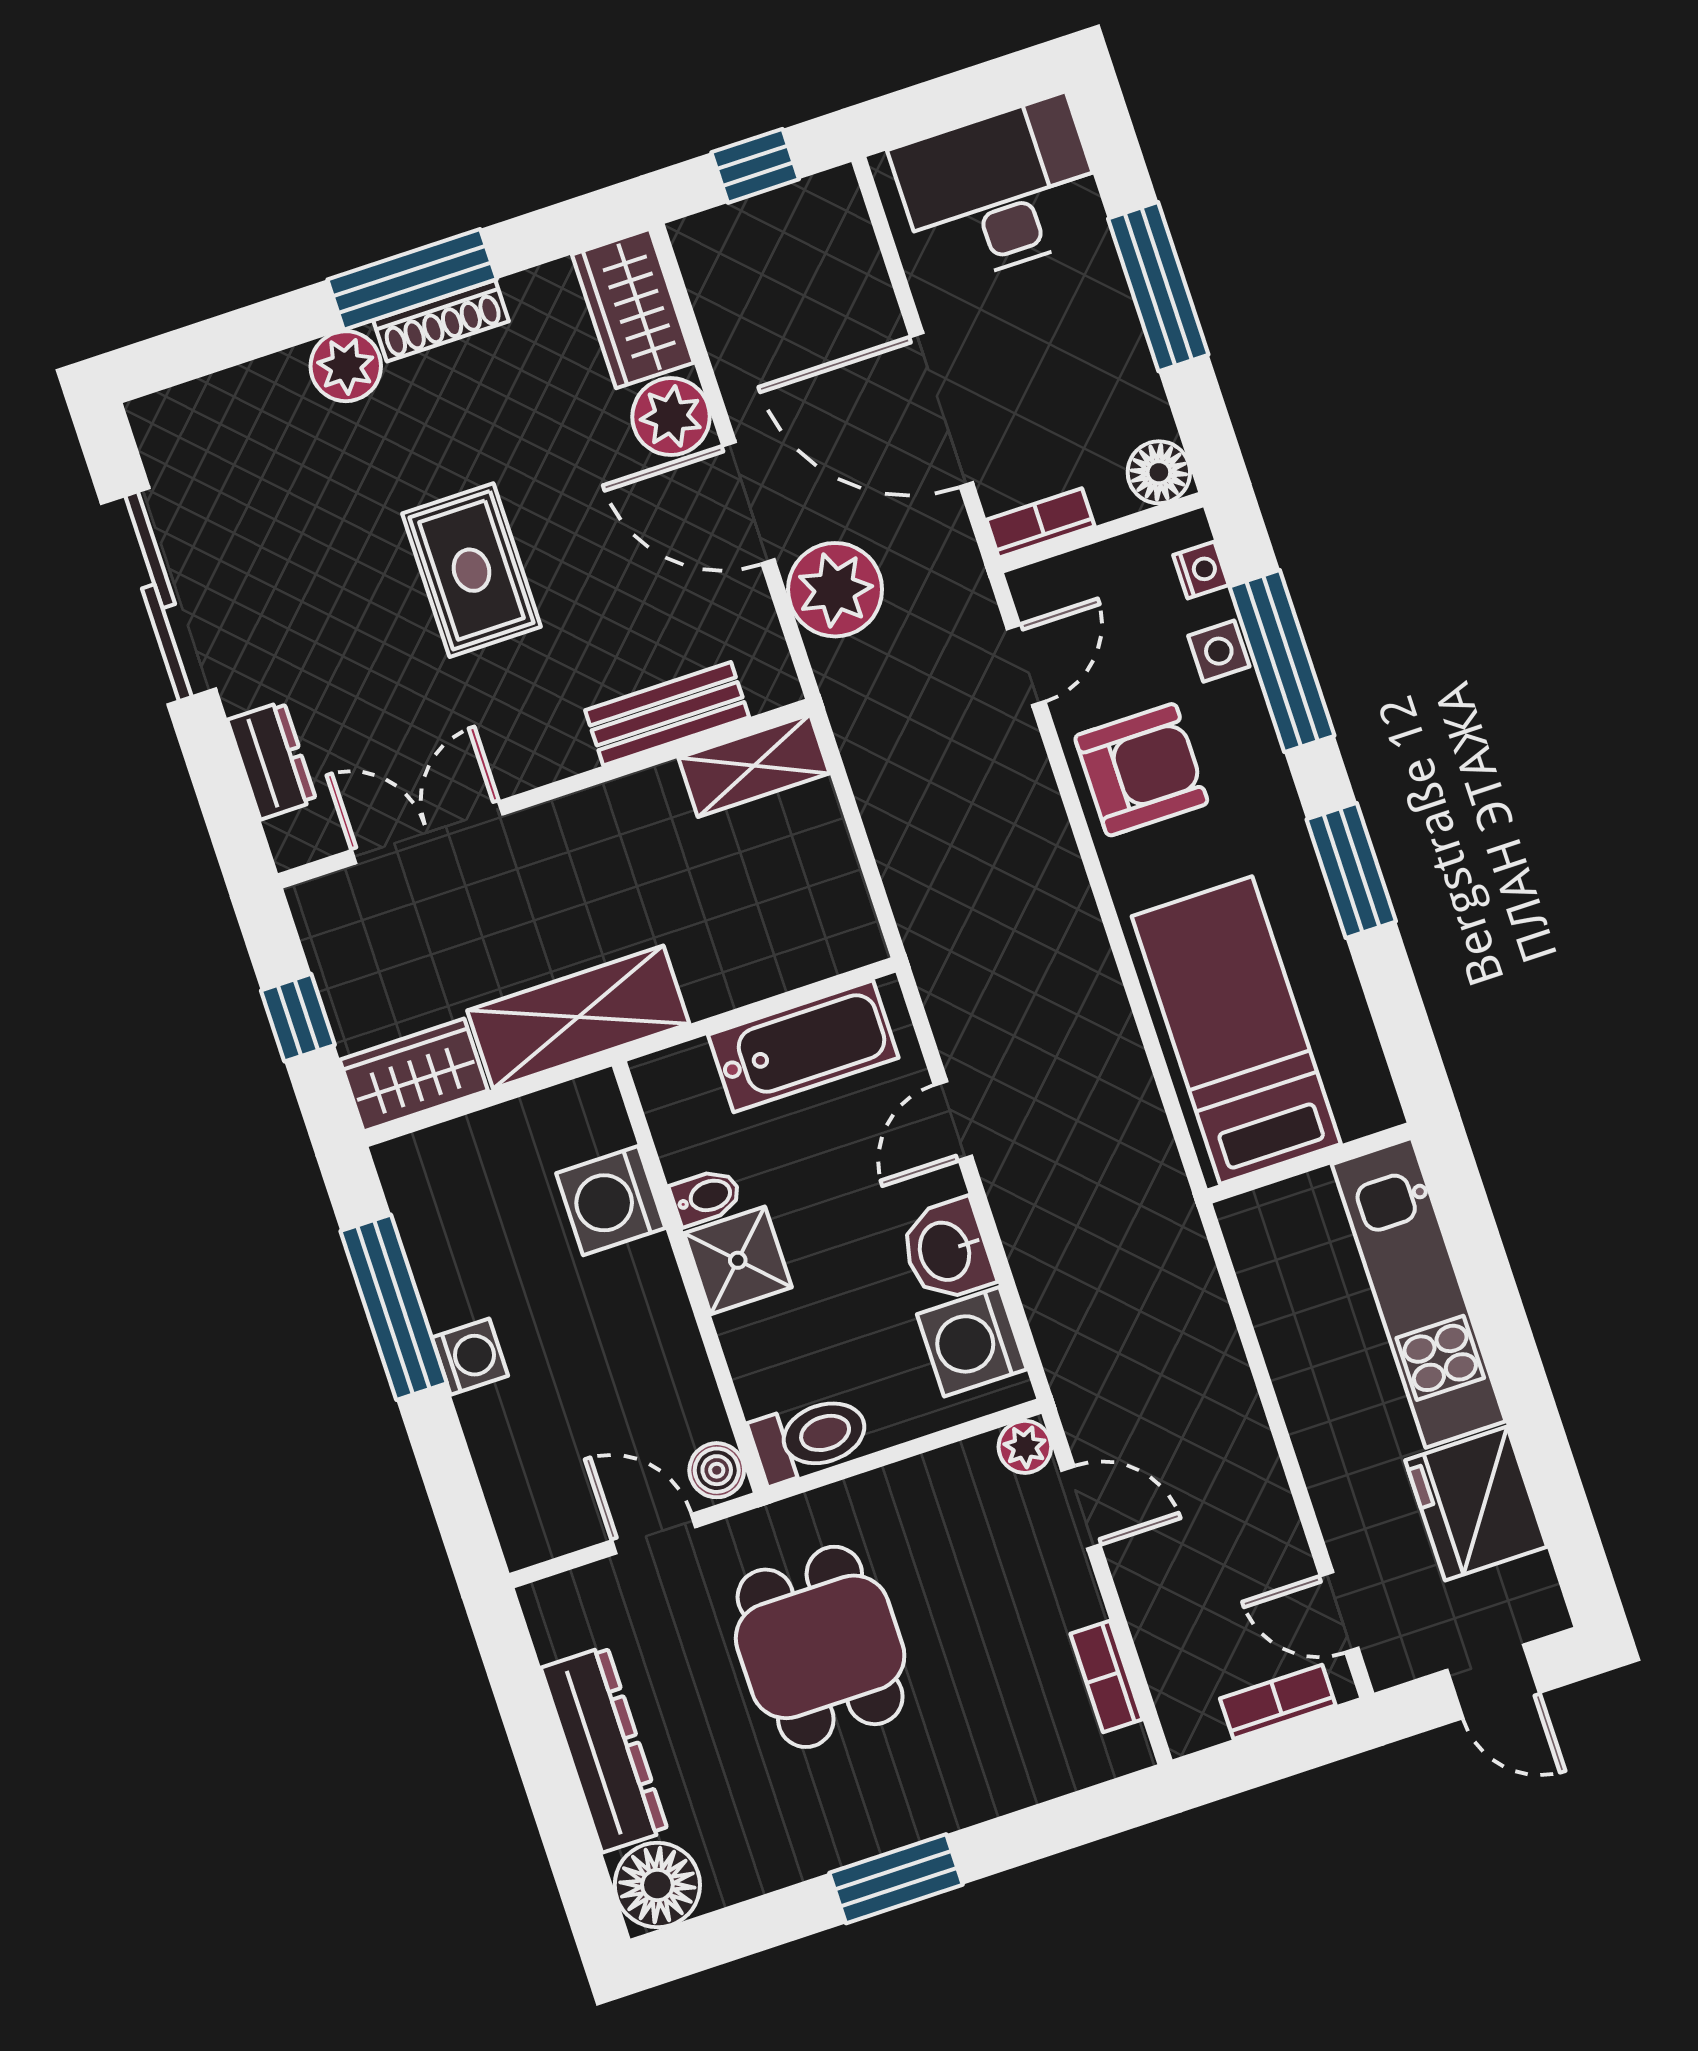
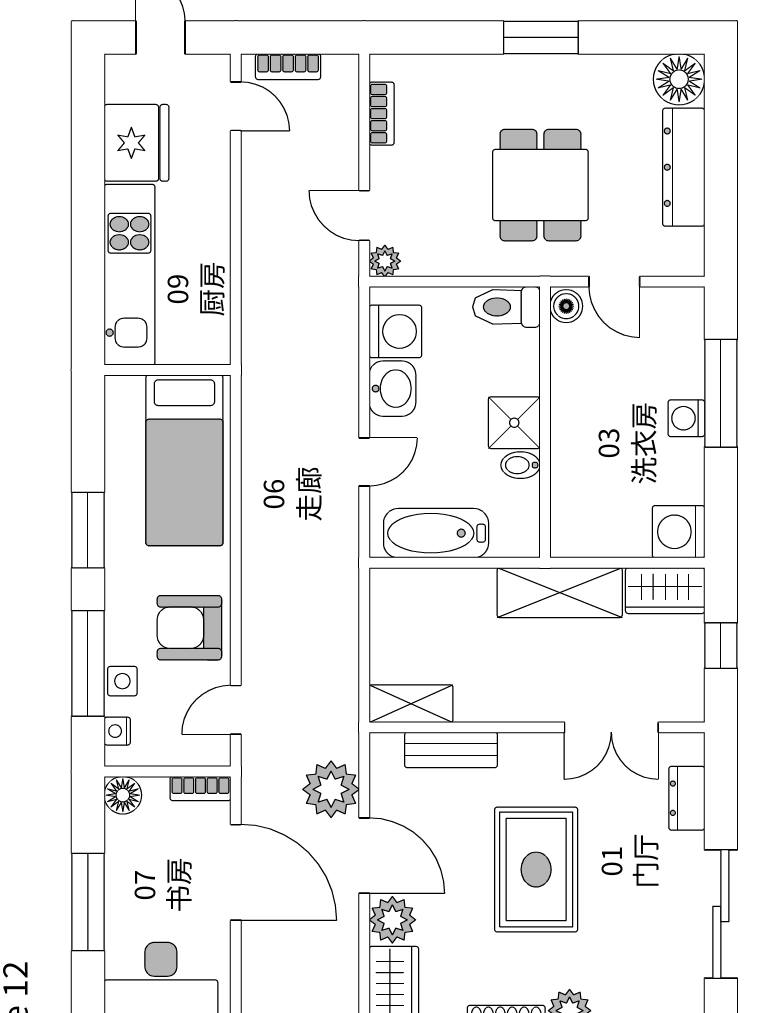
rug: (472, 570) -> (536, 870), width x1.36, depth x1.43
washing machine: (611, 1201) -> (679, 532), moved, turned 180
window: (394, 1307) -> (721, 393), moved

